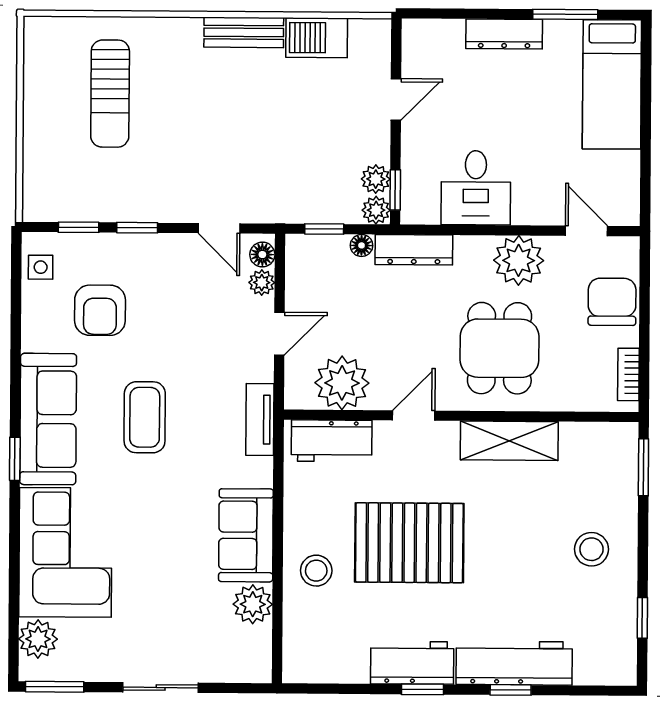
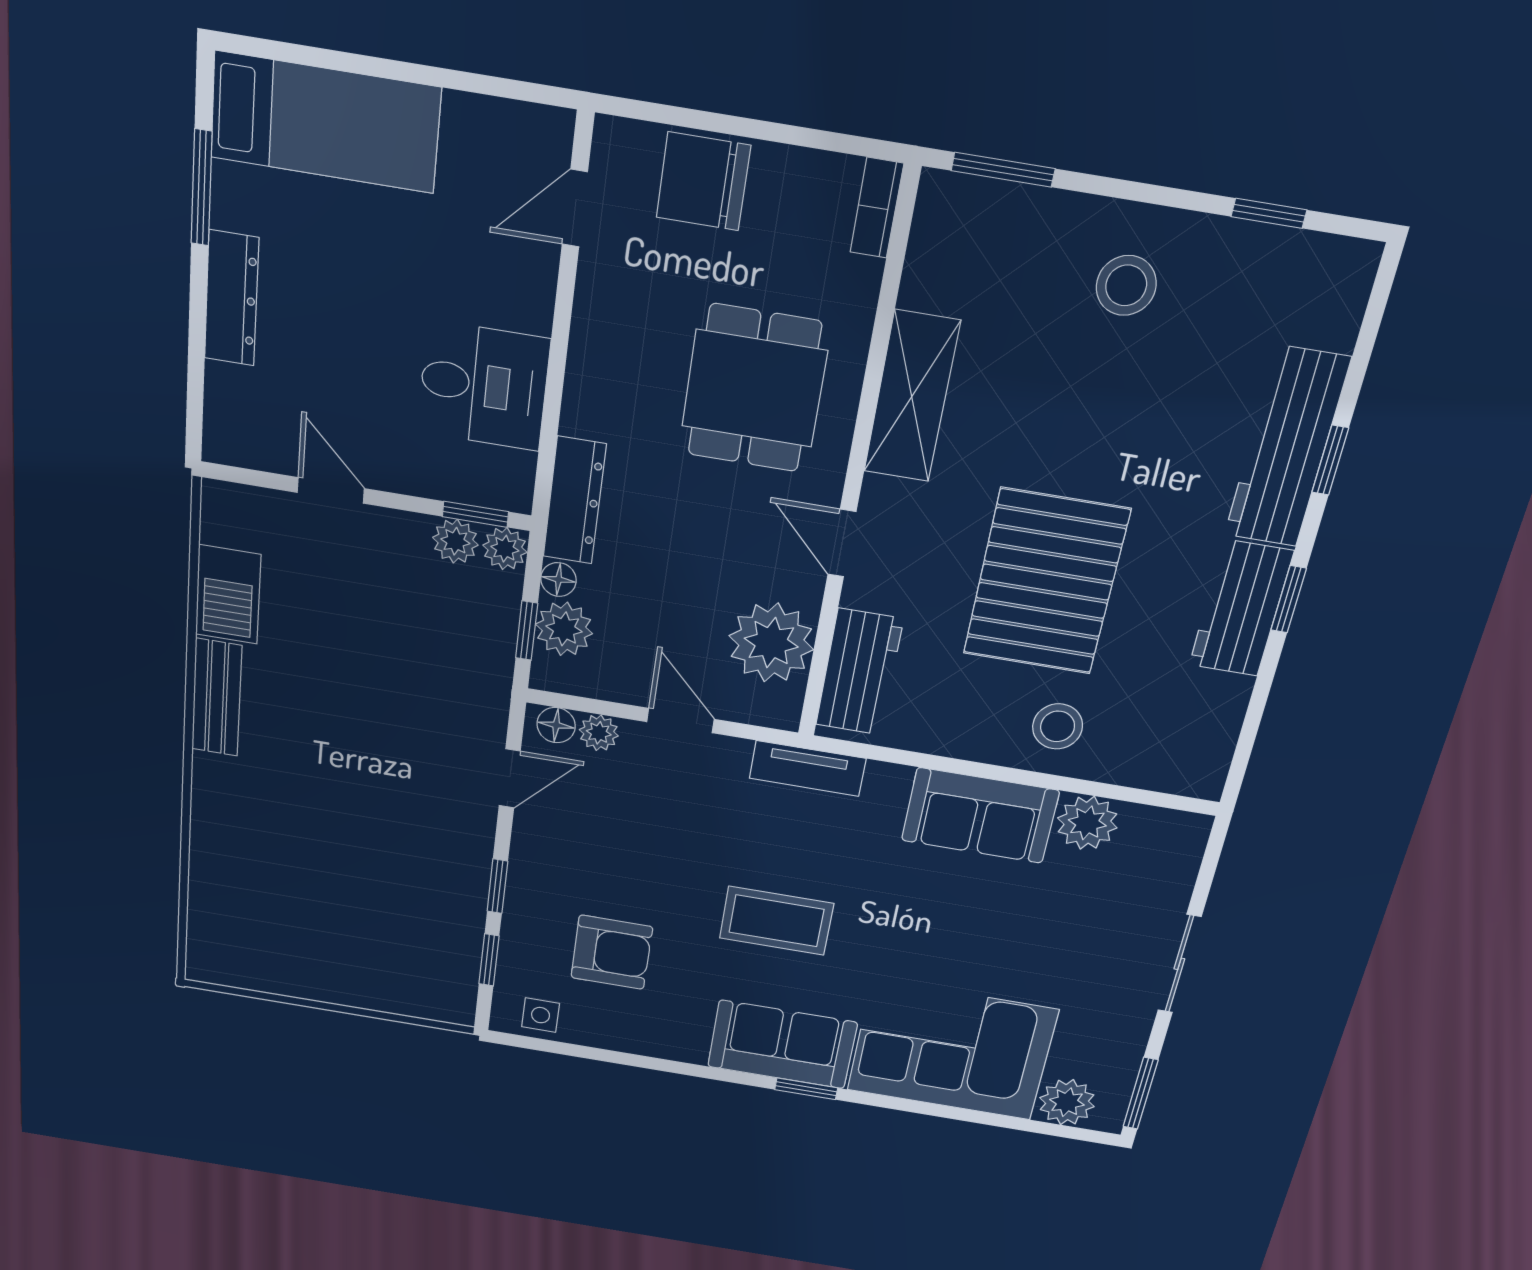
sun lounger: (110, 94) -> (300, 890), removed
plant: (519, 260) -> (564, 629), moved, width x0.73, depth x0.73
dining table: (500, 348) -> (754, 388), turned 90
bookcase: (628, 374) -> (877, 208), moved, turned 90
sofa: (48, 419) -> (782, 1045), width x0.73

